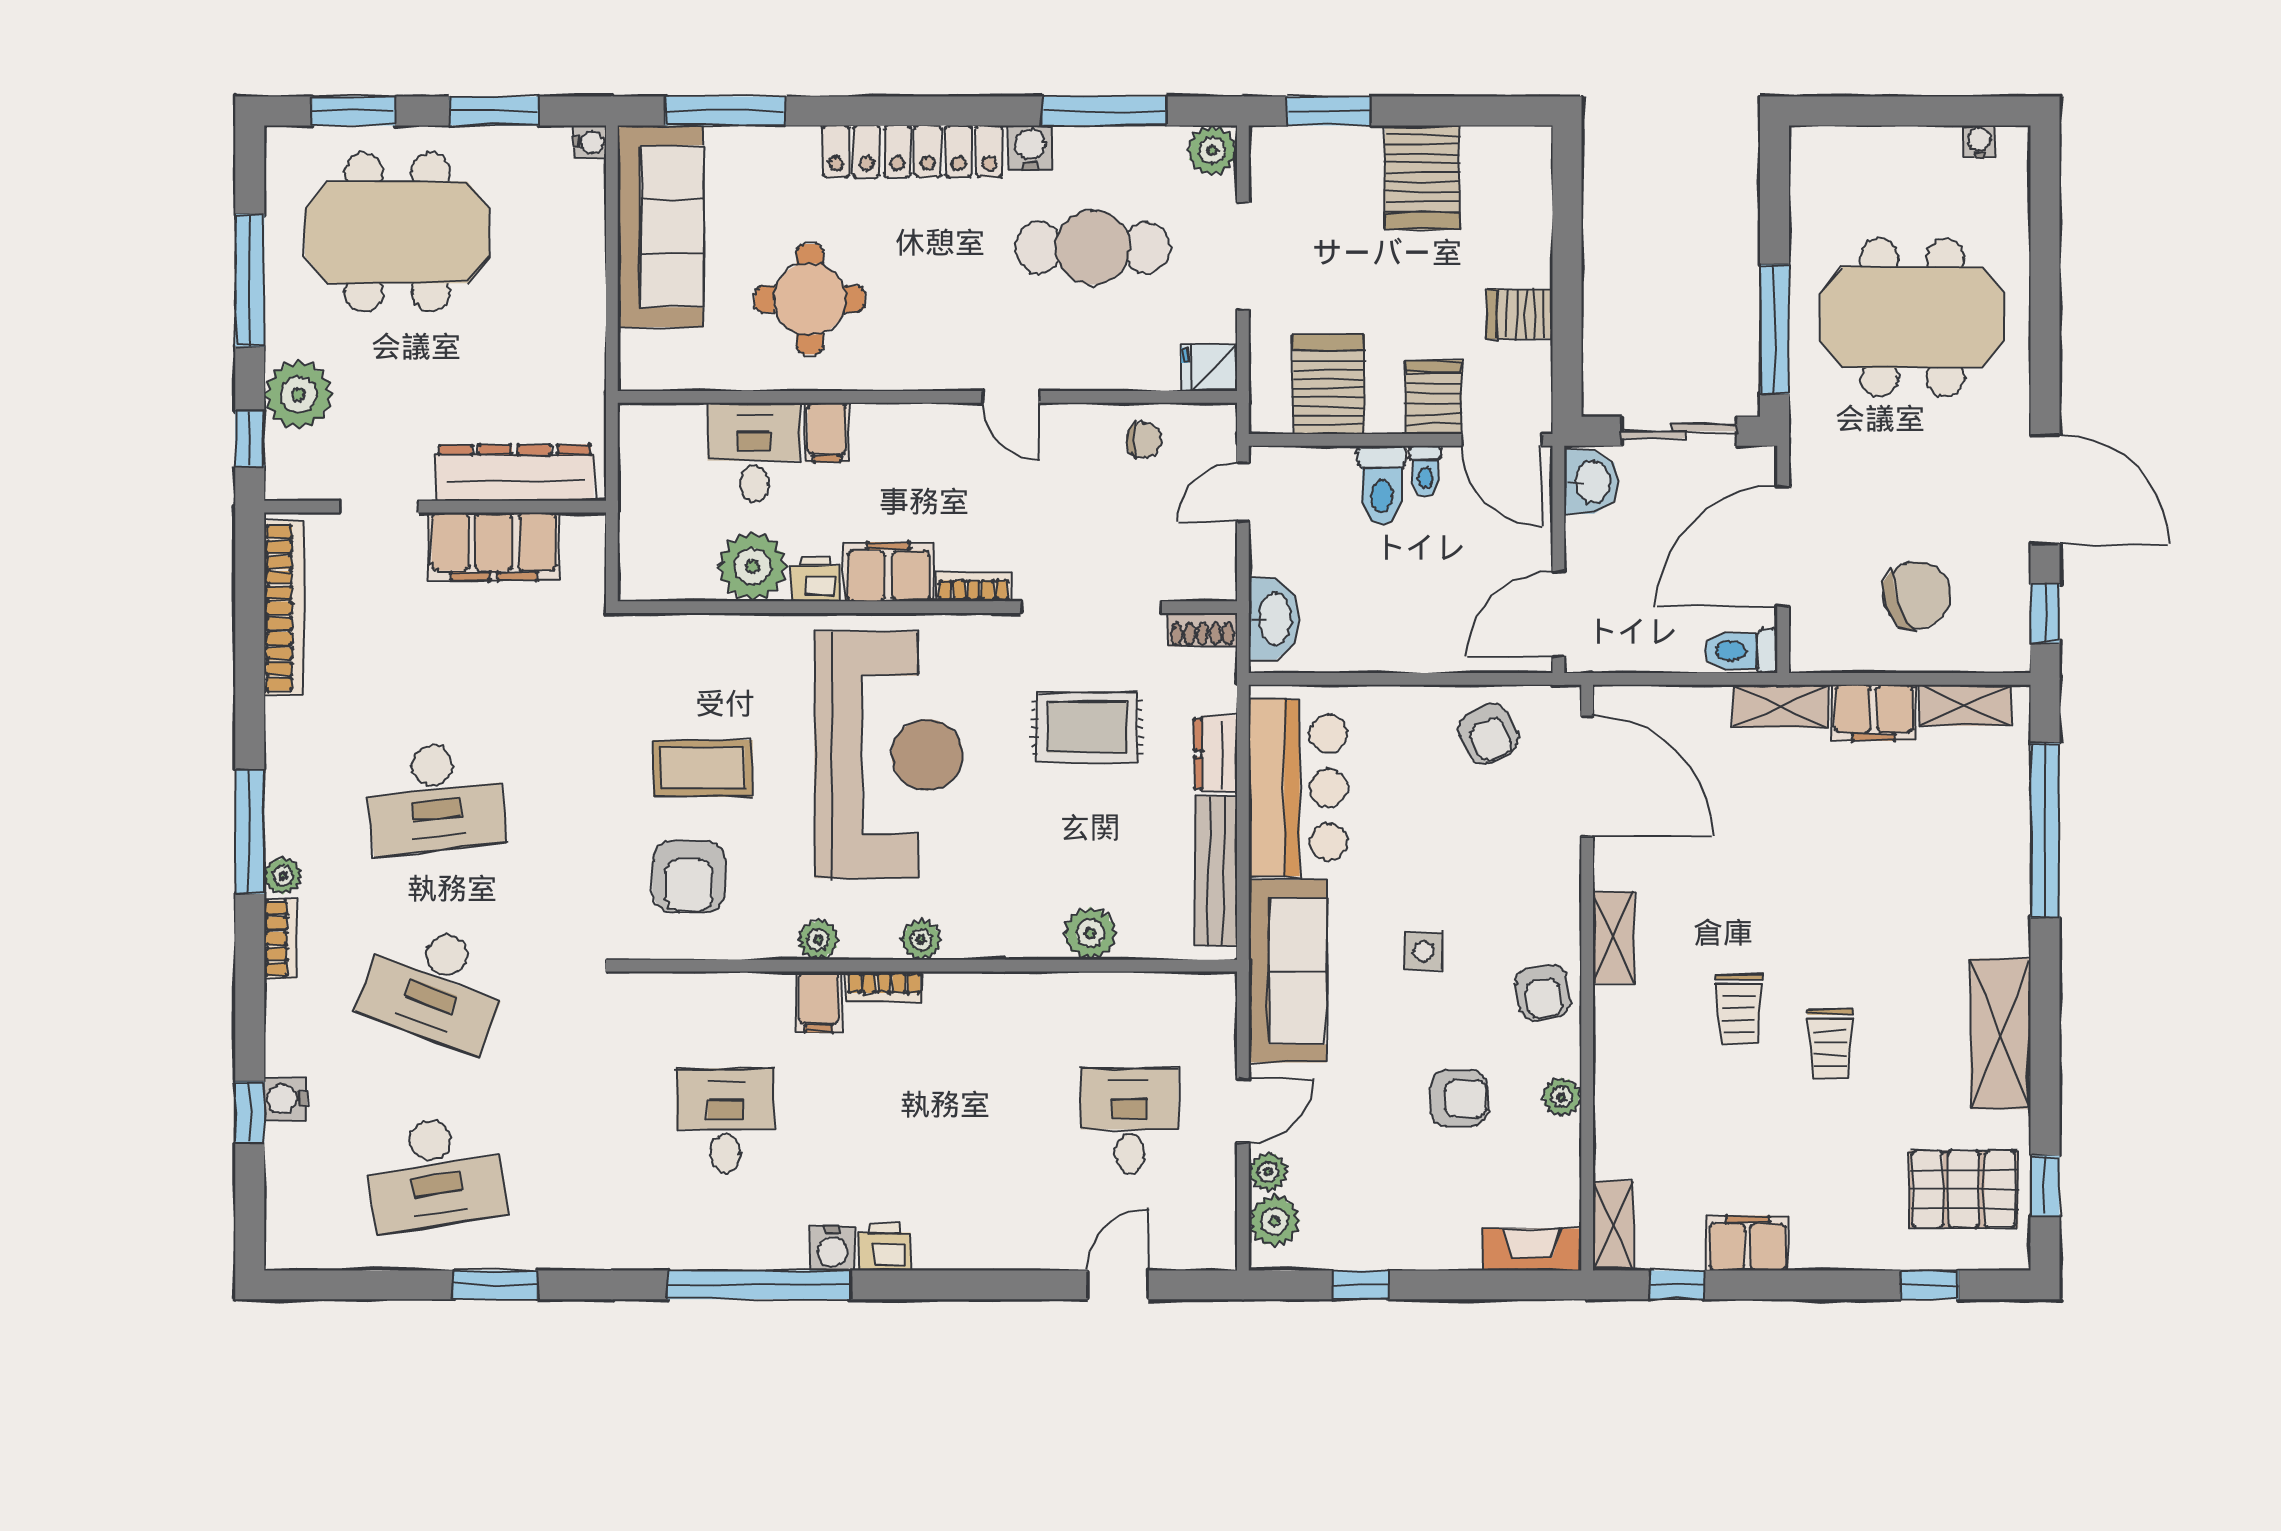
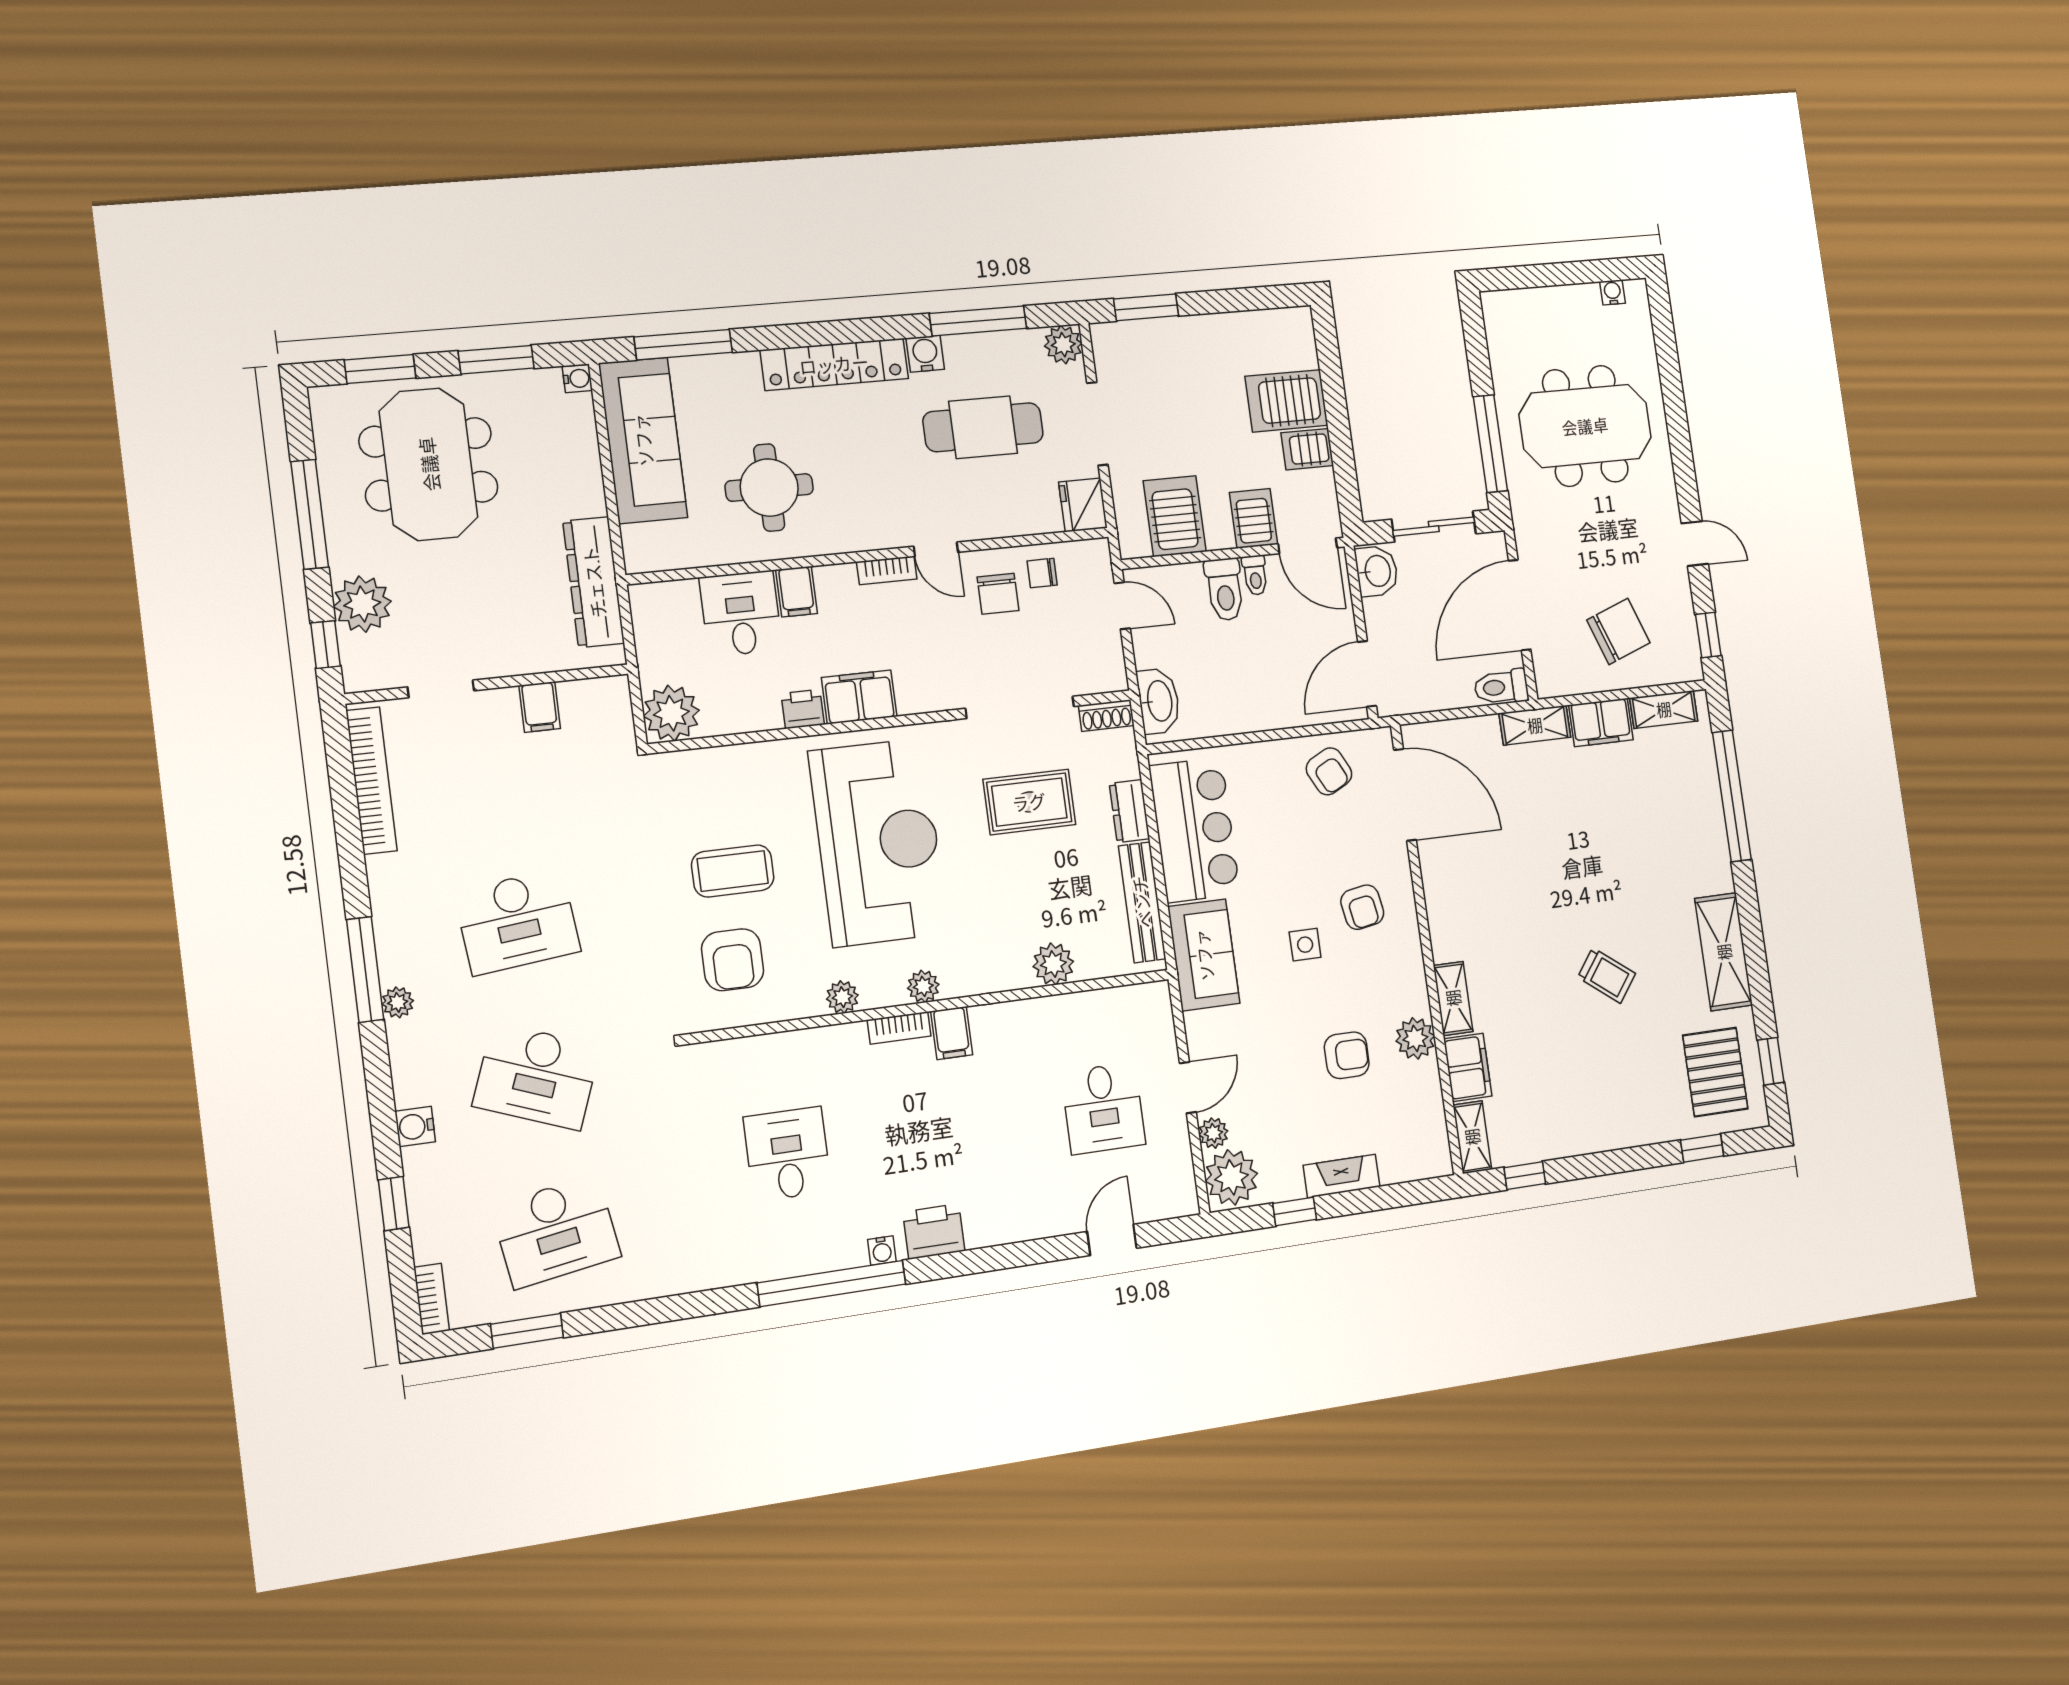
server rack: (1422, 177) -> (1287, 401), moved, turned 90
meeting table: (397, 232) -> (429, 464), turned 90
fridge: (1209, 368) -> (1083, 505), width x1.38
chair: (1144, 440) -> (1042, 573), turned 180
chair: (1083, 461) -> (998, 594), added
dresser: (515, 473) -> (594, 582), moved, turned -90
door: (2045, 489) -> (1695, 544), width x0.53
door: (1243, 492) -> (1122, 606), swing flipped
filing cabinet: (494, 546) -> (540, 707), width x0.33, depth x0.86
plant: (752, 567) -> (671, 713), moved
bookcase: (973, 587) -> (887, 570), moved, turned 180
shelving: (1613, 938) -> (1453, 998), moved
bookcase: (280, 939) -> (432, 1299), moved
sofa: (1287, 971) -> (1204, 955), width x0.73
armchair: (1543, 992) -> (1362, 907), moved
filing cabinet: (819, 1002) -> (952, 1033), moved
trolley: (1739, 1009) -> (1539, 958), removed
trolley: (1830, 1044) -> (1607, 975), turned -53
plant: (1562, 1097) -> (1415, 1038), width x1.38, depth x1.38
water cooler: (285, 1099) -> (415, 1126), moved
desk: (1130, 1121) -> (1103, 1108), turned 180
pallet: (1964, 1189) -> (1715, 1072), turned 90
plant: (1274, 1221) -> (1231, 1177), width x1.36, depth x1.36
filing cabinet: (1748, 1243) -> (1468, 1067), moved, turned 90
printer: (884, 1247) -> (934, 1231), width x1.36, depth x1.24
water cooler: (832, 1248) -> (882, 1250), width x0.72, depth x0.72
fireplace: (1532, 1250) -> (1341, 1176), moved
window: (495, 1285) -> (527, 1331), moved

